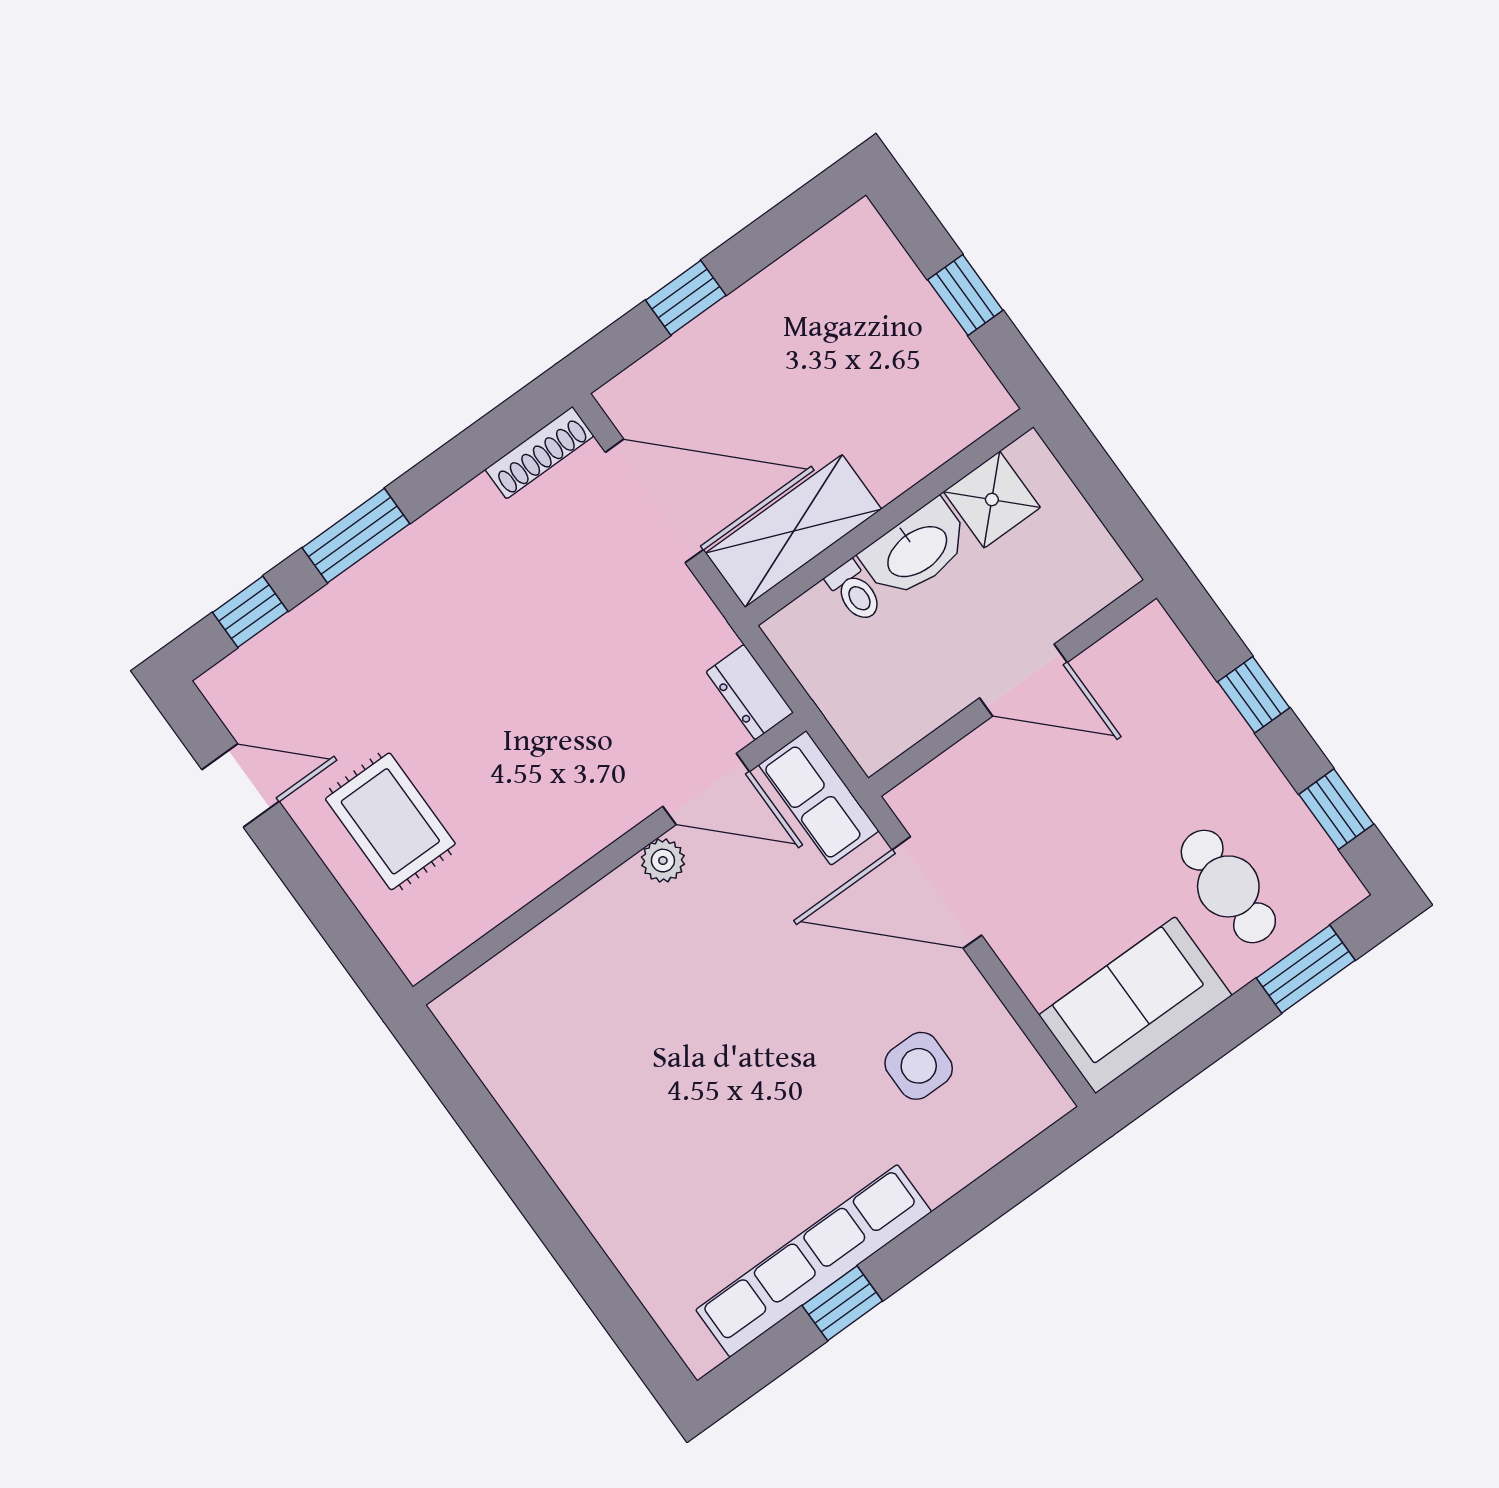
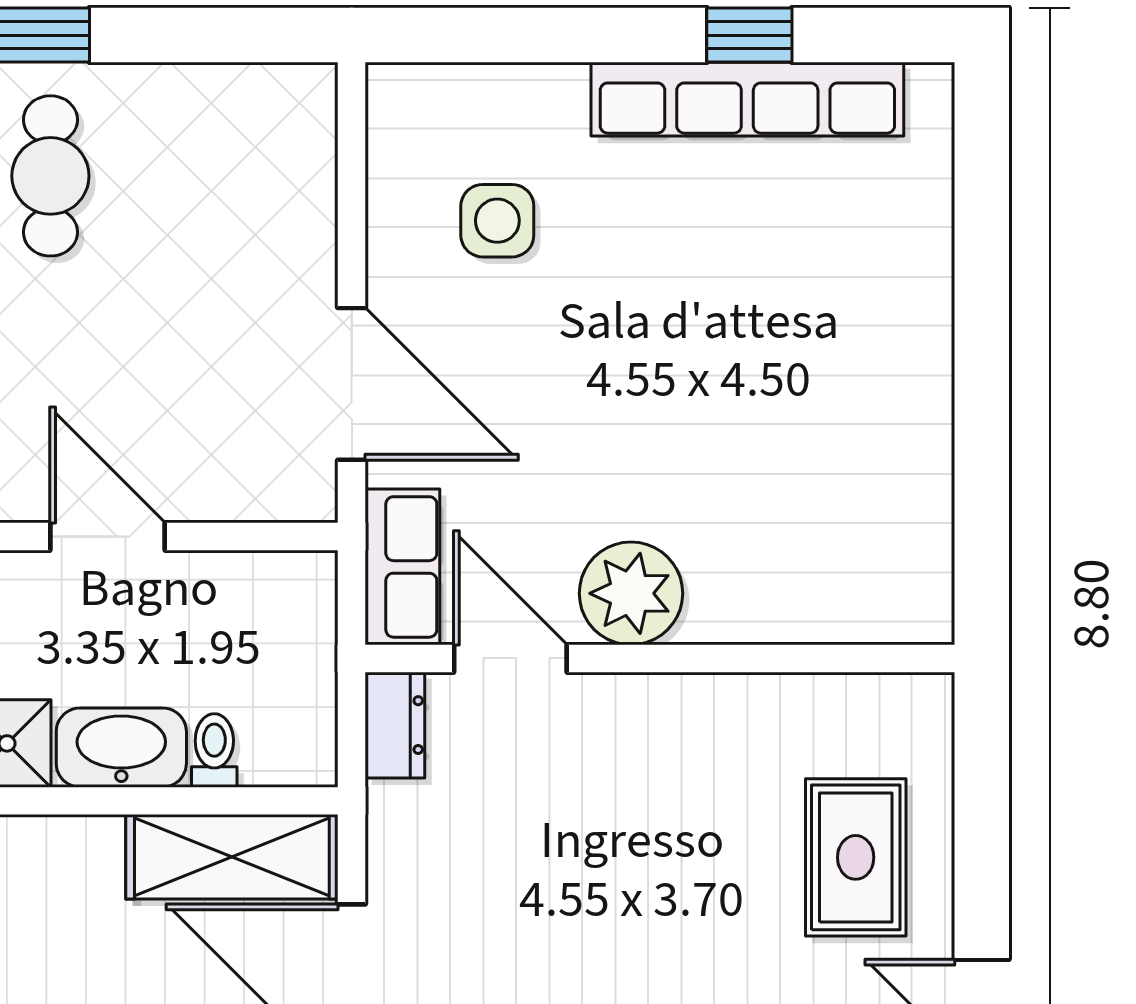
plant: (663, 861) -> (631, 593), width x1.88, depth x1.88
sofa: (1135, 1005) -> (232, 123), removed

